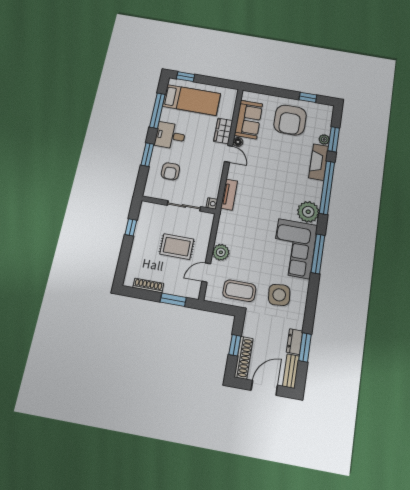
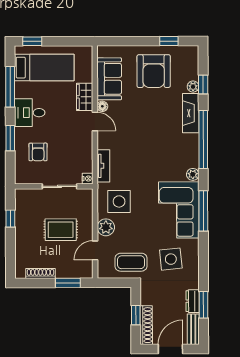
window: (334, 139) -> (203, 85), width x0.67
plant: (308, 212) -> (193, 174), width x0.53, depth x0.53
side table: (238, 230) -> (119, 201), added

